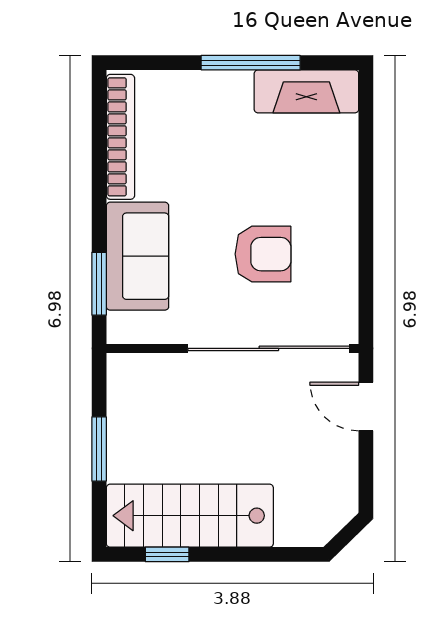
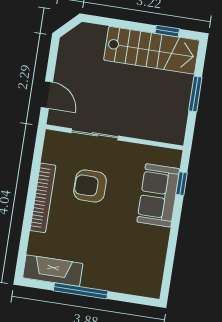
bookcase: (120, 137) -> (43, 198), moved, turned 180
window: (99, 284) -> (181, 184), width x0.67
sliding door: (269, 348) -> (95, 134), width x0.54

